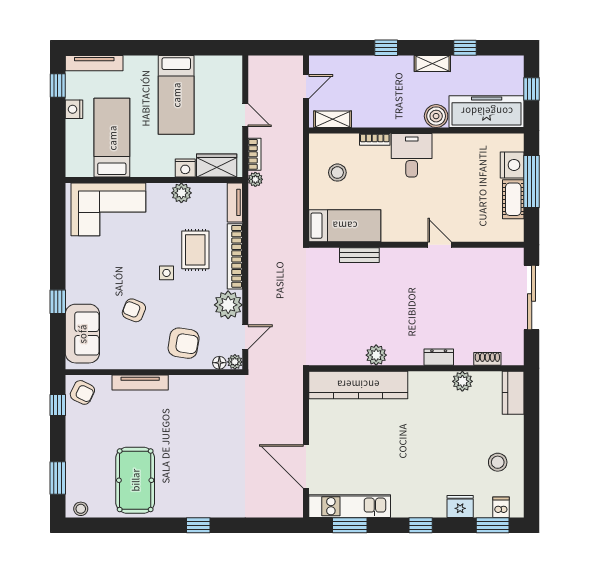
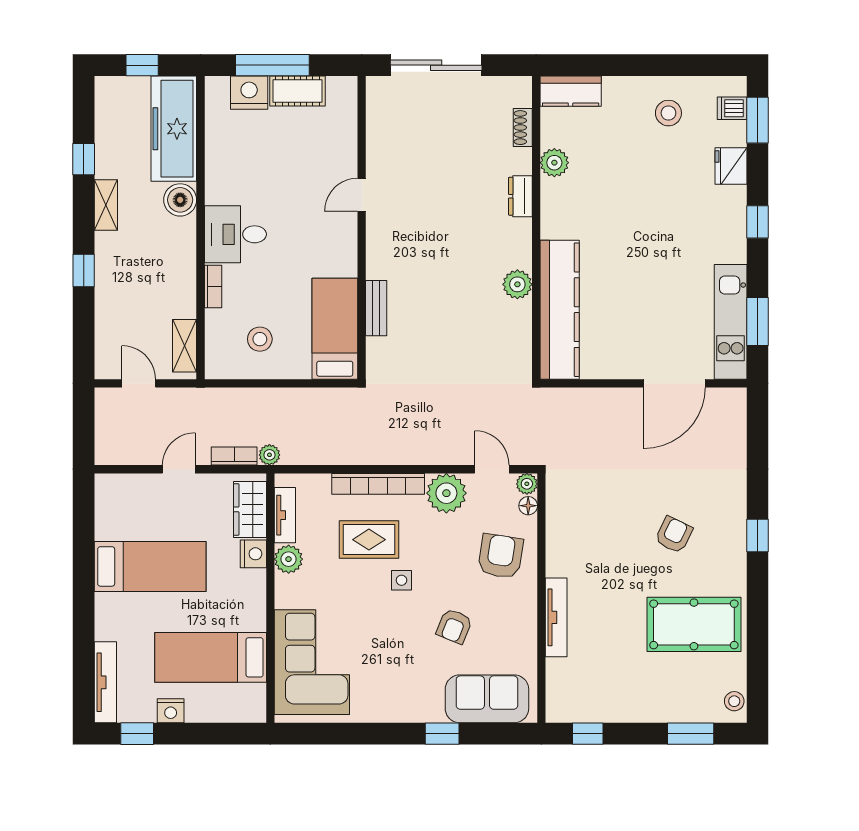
tv unit: (235, 202) -> (285, 515), moved, turned -90
armchair: (82, 392) -> (674, 535), moved

